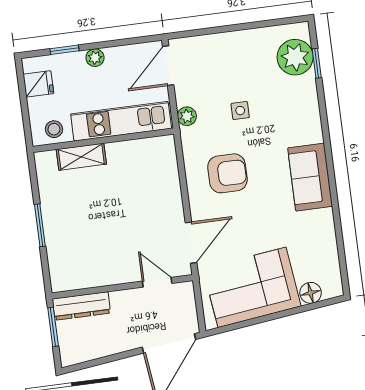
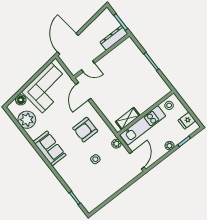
plant: (295, 57) -> (27, 120), moved
shelving: (81, 157) -> (128, 119), moved

